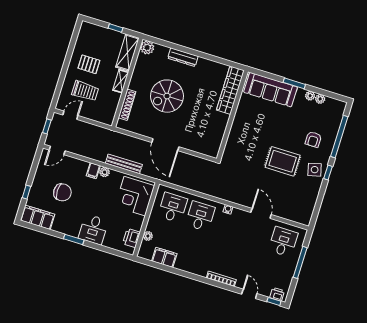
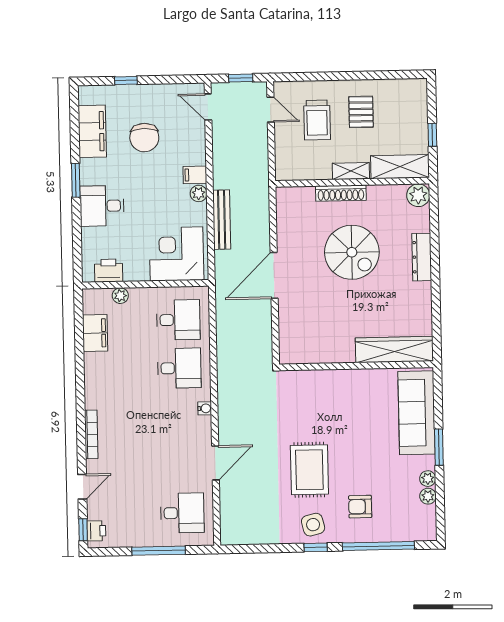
spiral stairs: (167, 96) -> (352, 252), turned 180
shoe rack: (127, 105) -> (341, 193), moved
filing cabinet: (38, 217) -> (92, 131), moved

